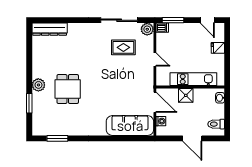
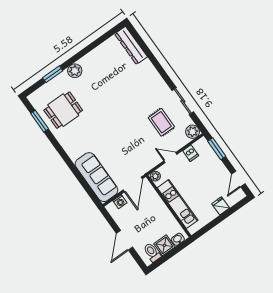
sliding door: (119, 20) -> (183, 101), width x0.73
dishwasher: (162, 28) -> (191, 153), moved
door: (155, 60) -> (170, 158), swing flipped
plant: (161, 81) -> (155, 176), added
dining table: (68, 89) -> (63, 110), moved
shower: (186, 95) -> (164, 245), moved

